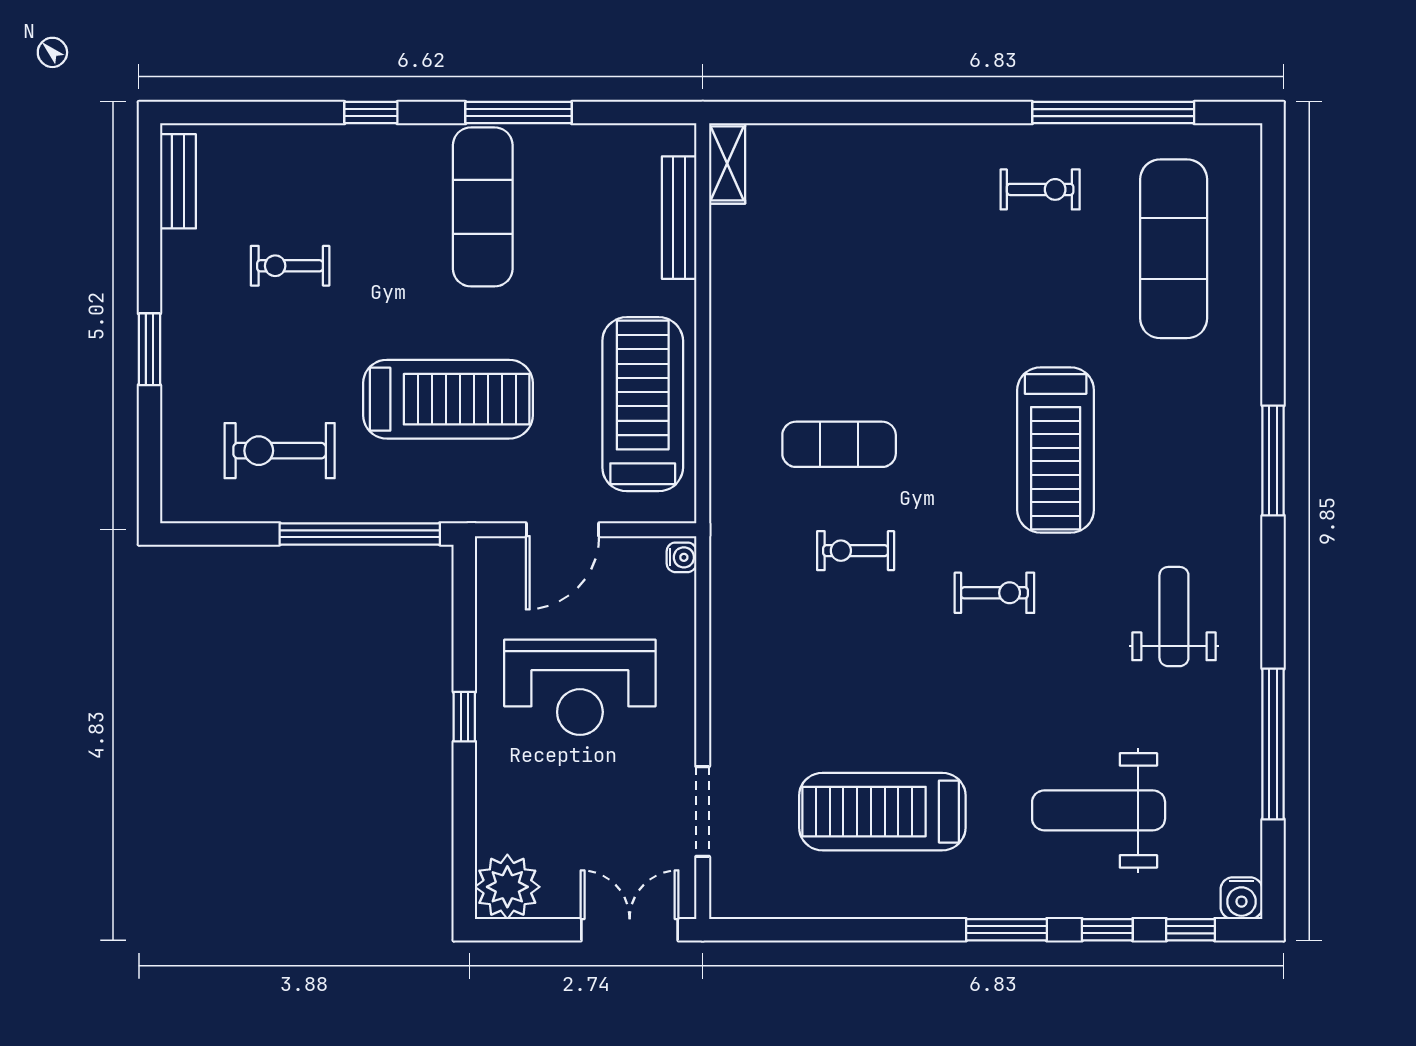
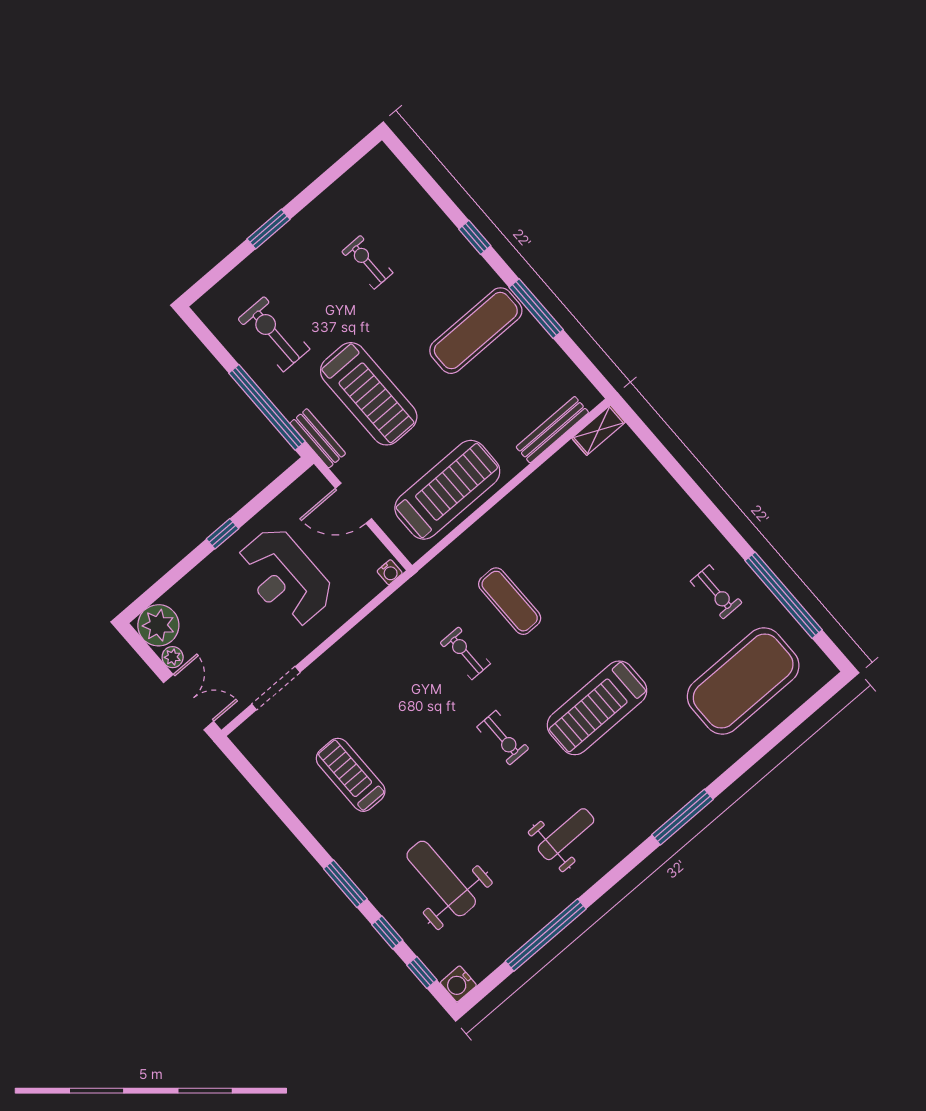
bench: (178, 181) -> (318, 438), moved, turned 90
exercise mat: (1174, 249) -> (743, 681), width x1.47
treadmill: (882, 812) -> (351, 775), width x0.73, depth x0.73
plant: (560, 903) -> (173, 657), added

